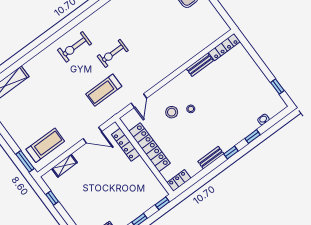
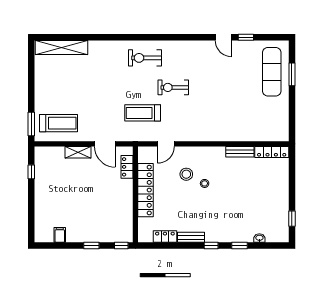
locker: (126, 145) -> (127, 167), width x0.66
shelving: (64, 166) -> (78, 152), moved
locker: (179, 180) -> (165, 237), moved

